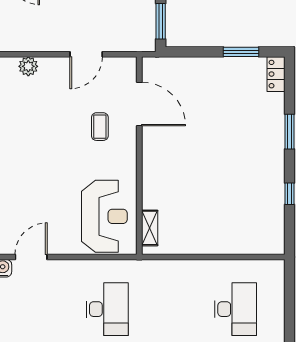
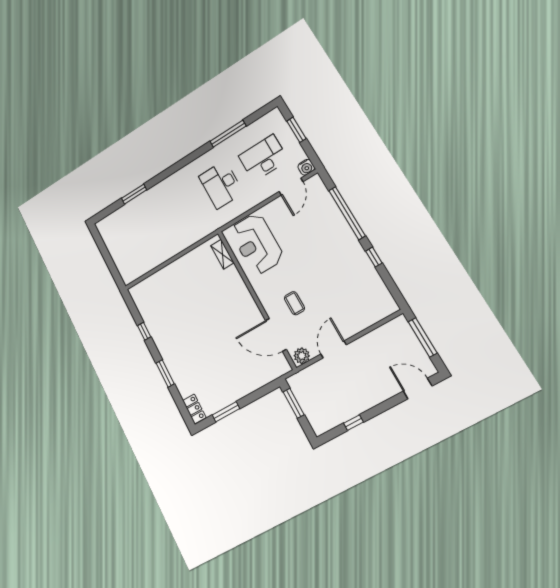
plant: (28, 66) -> (302, 356), moved
desk: (235, 309) -> (263, 158), moved, turned 90

